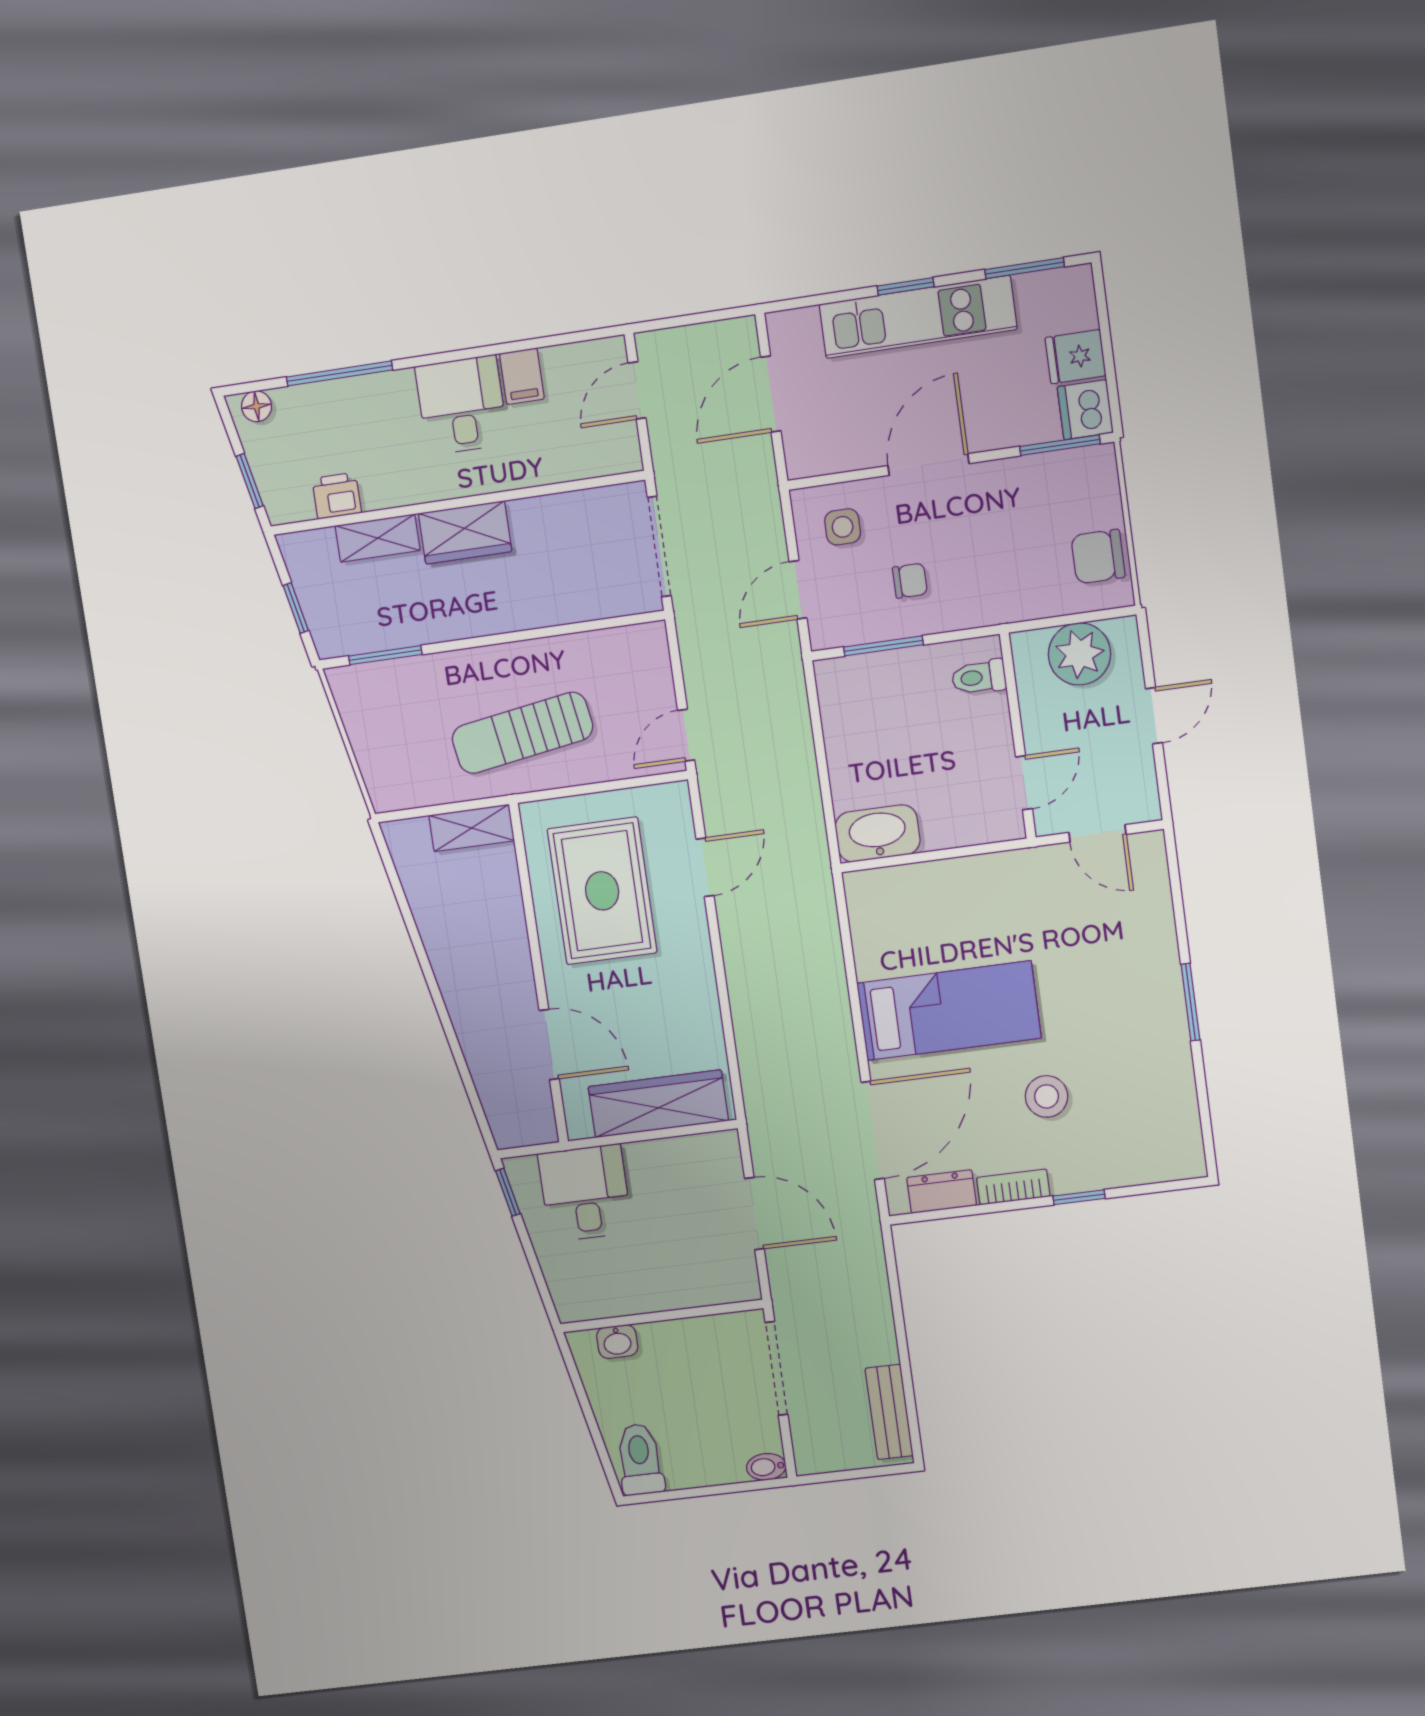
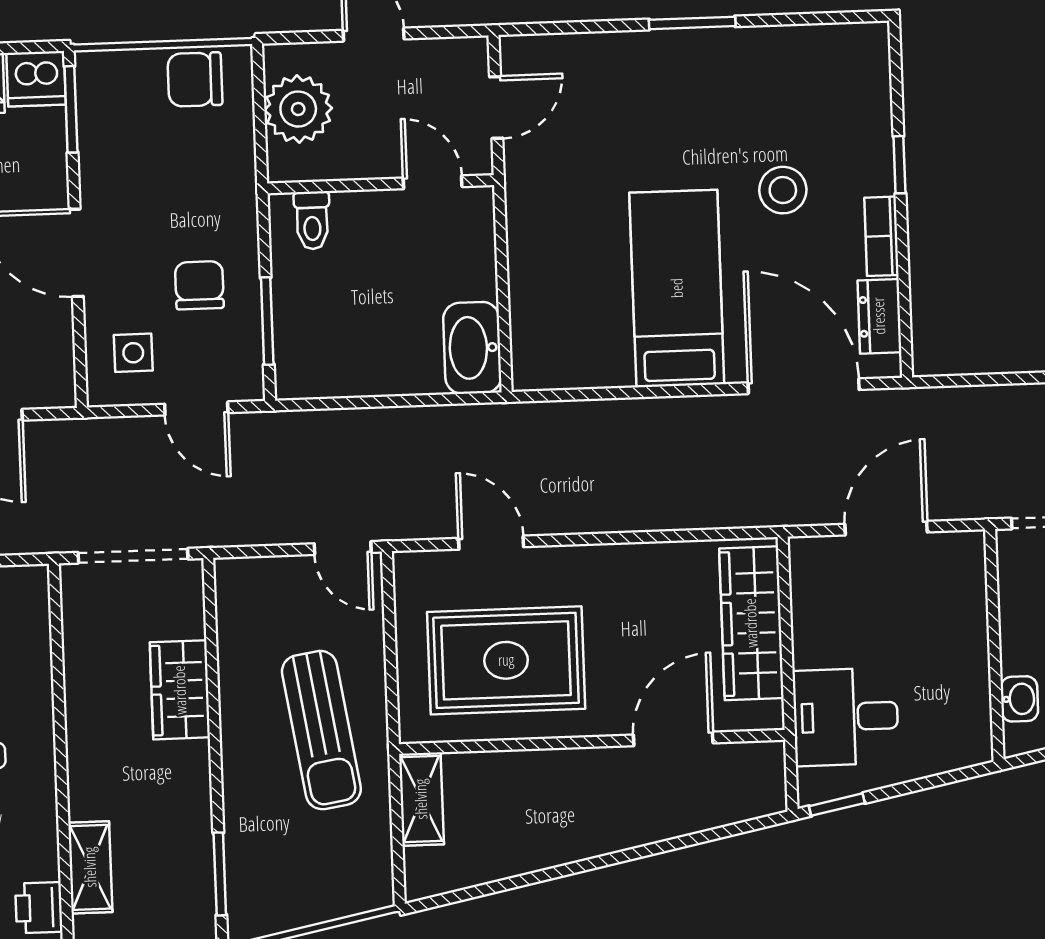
wardrobe: (465, 532) -> (180, 690), moved, turned 180
chair: (1098, 557) -> (195, 79), turned 90
chair: (910, 581) -> (199, 285), width x1.37, depth x1.37

